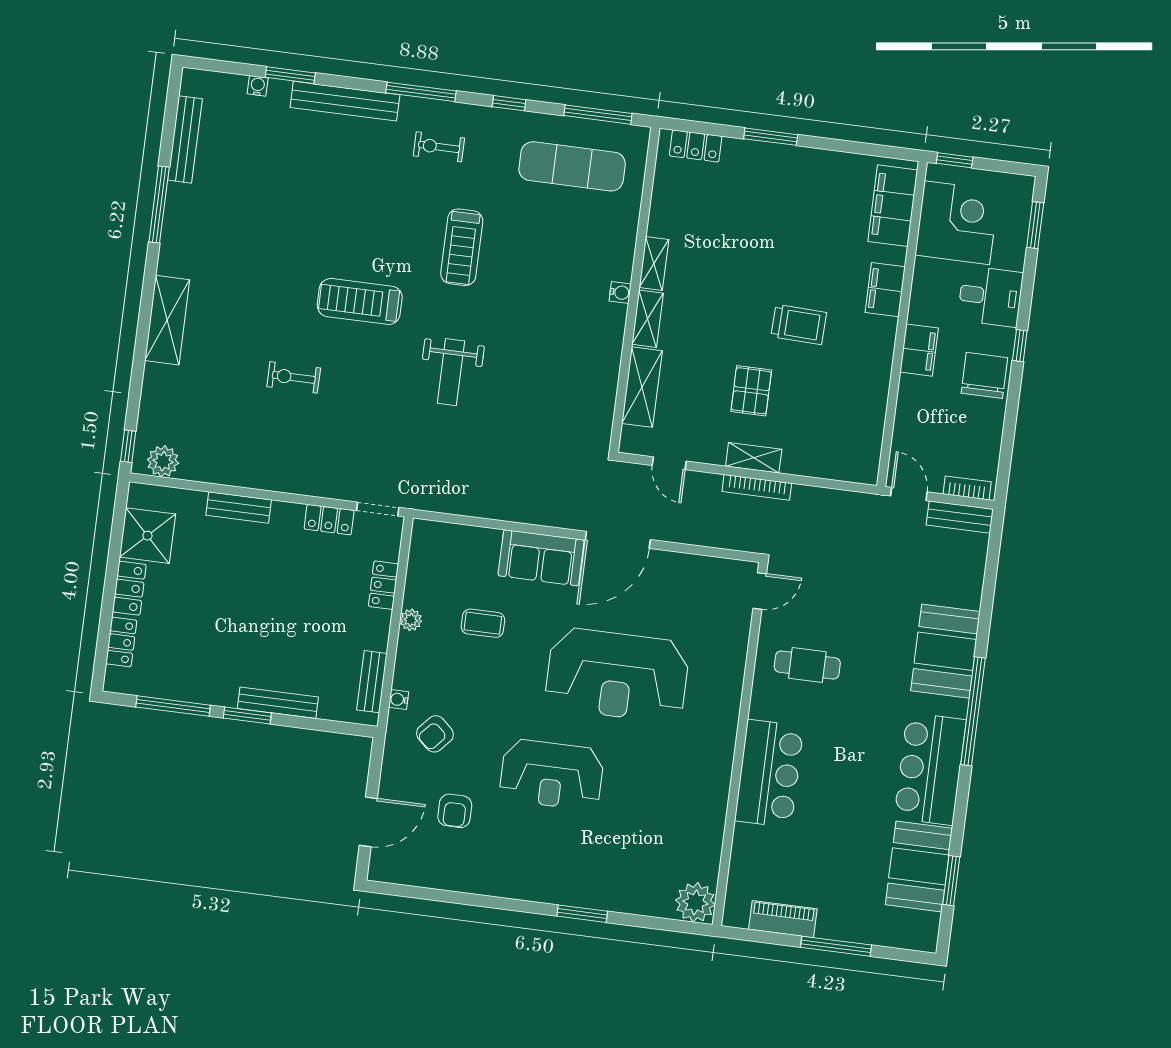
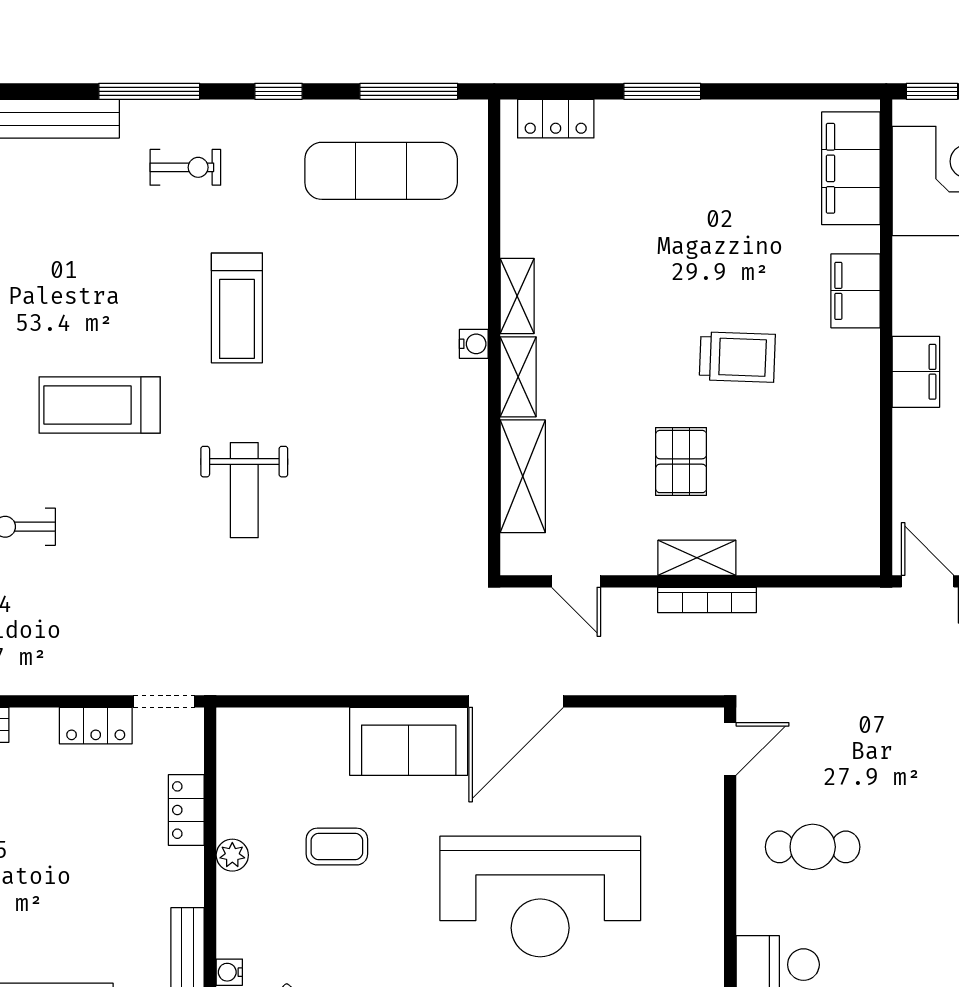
exercise bike: (439, 147) -> (185, 167), turned 180

